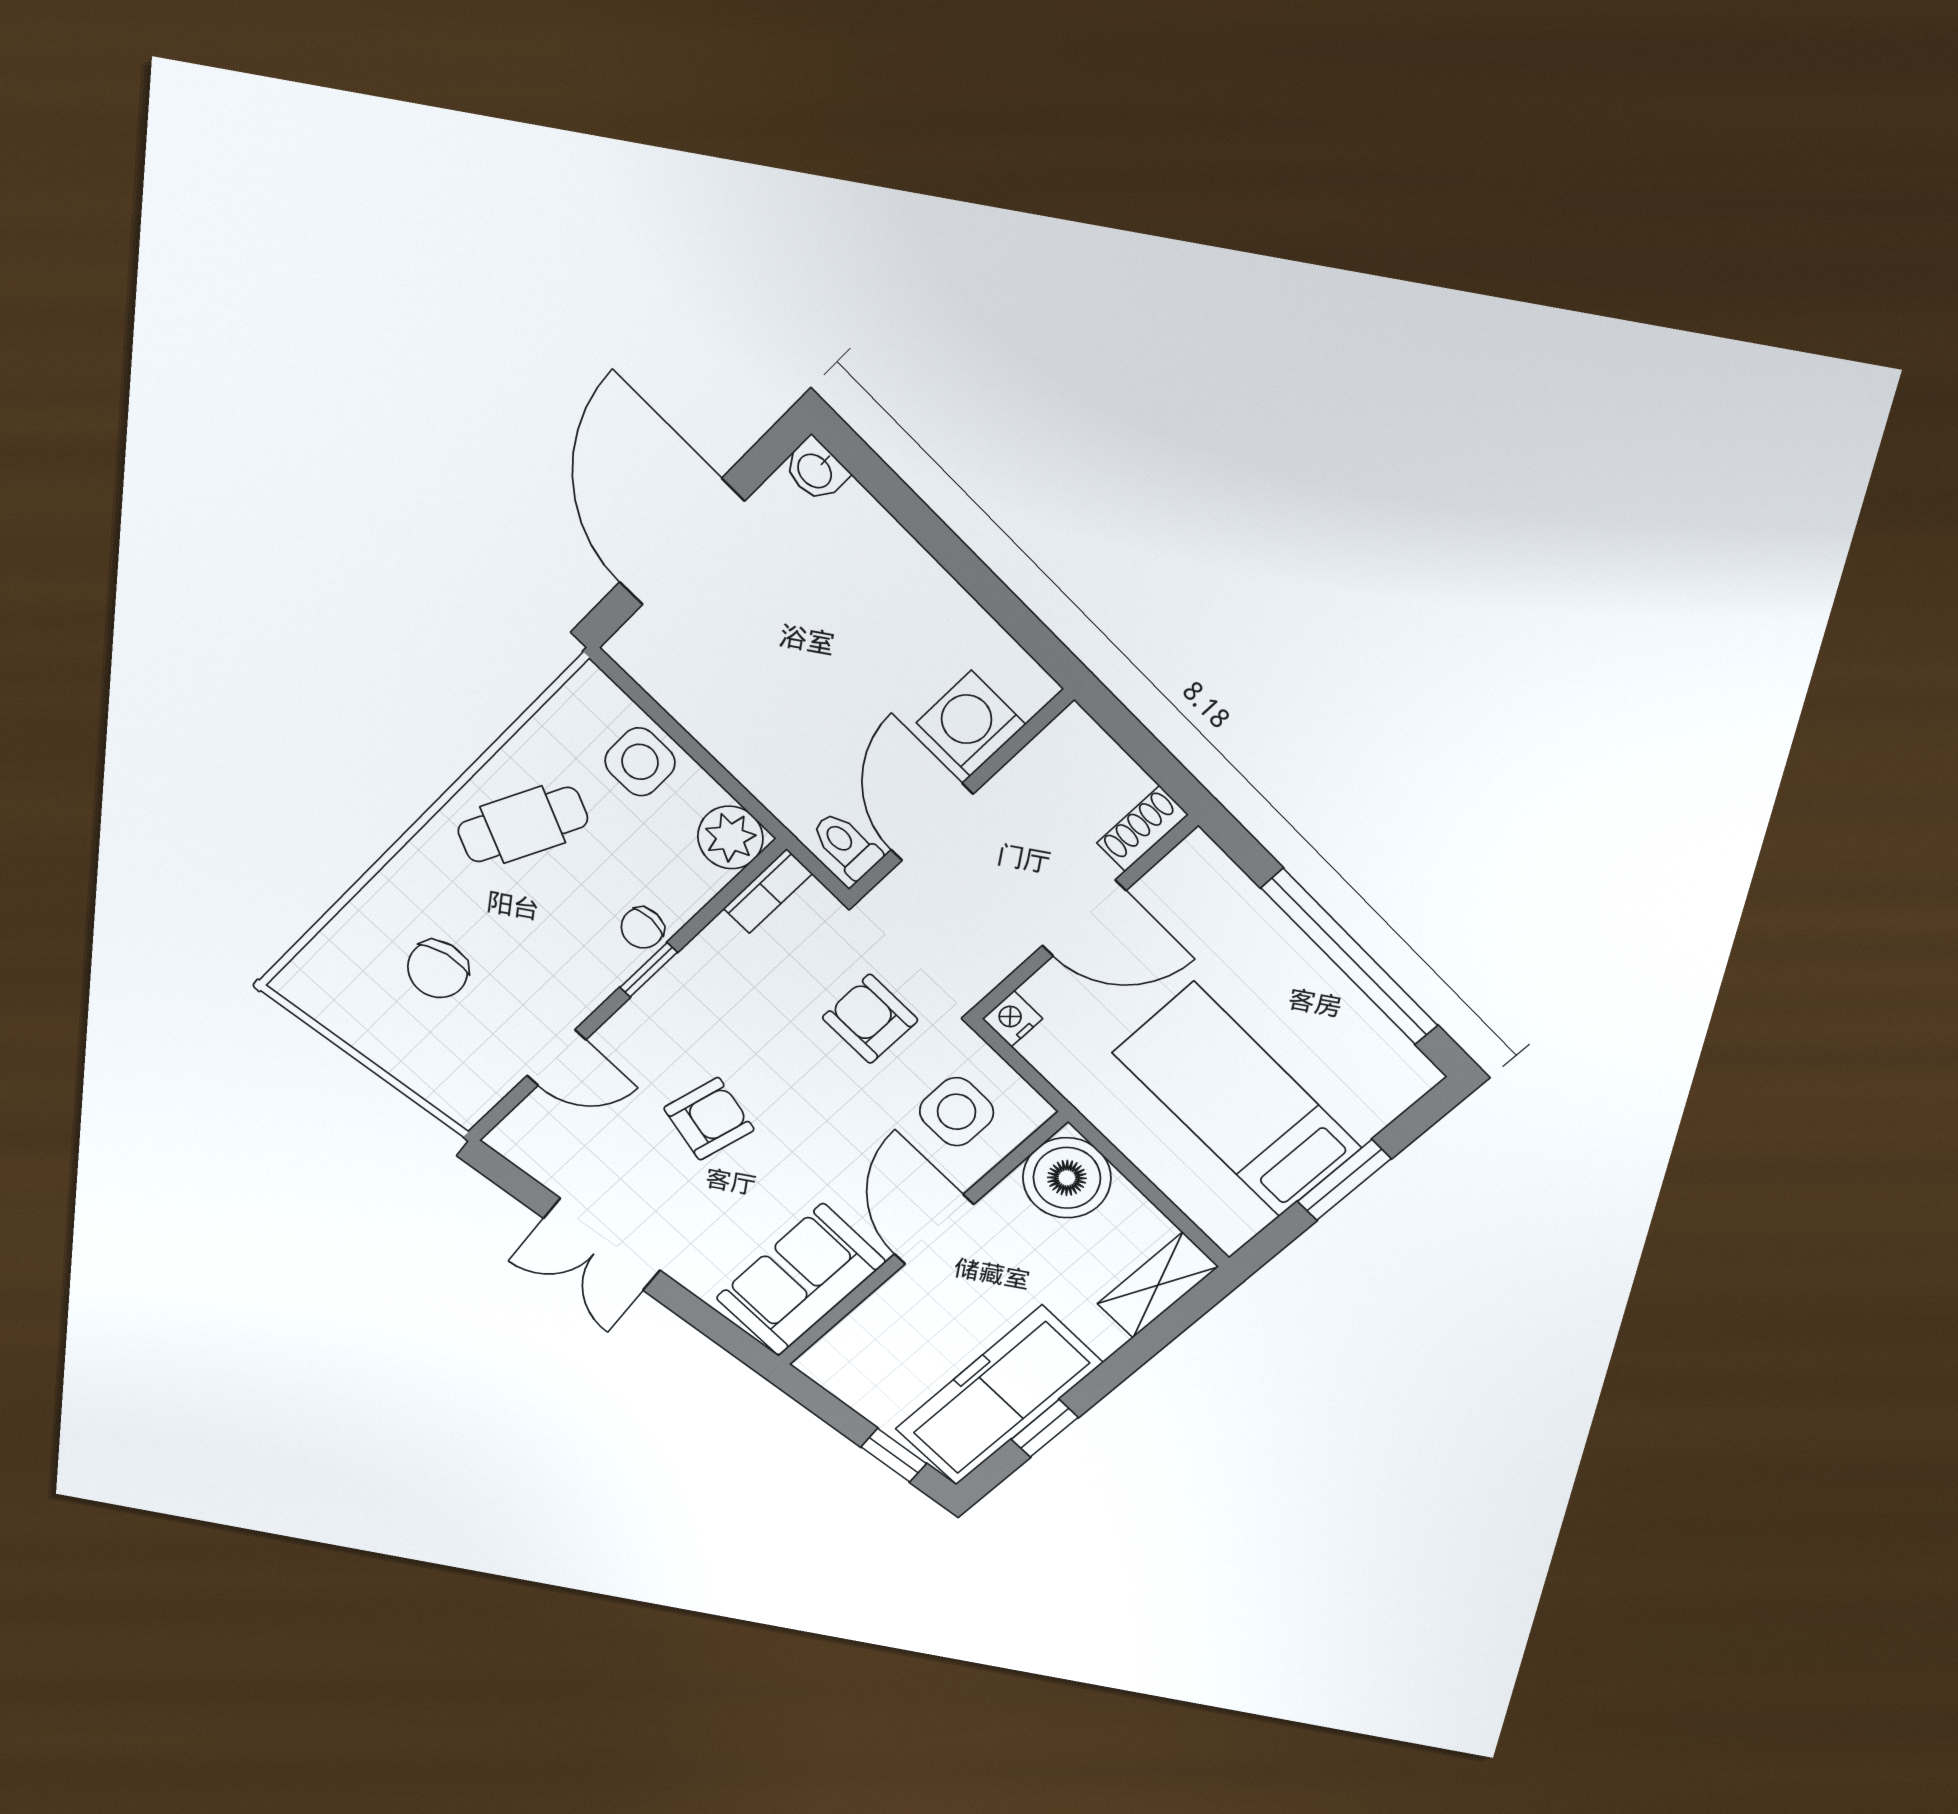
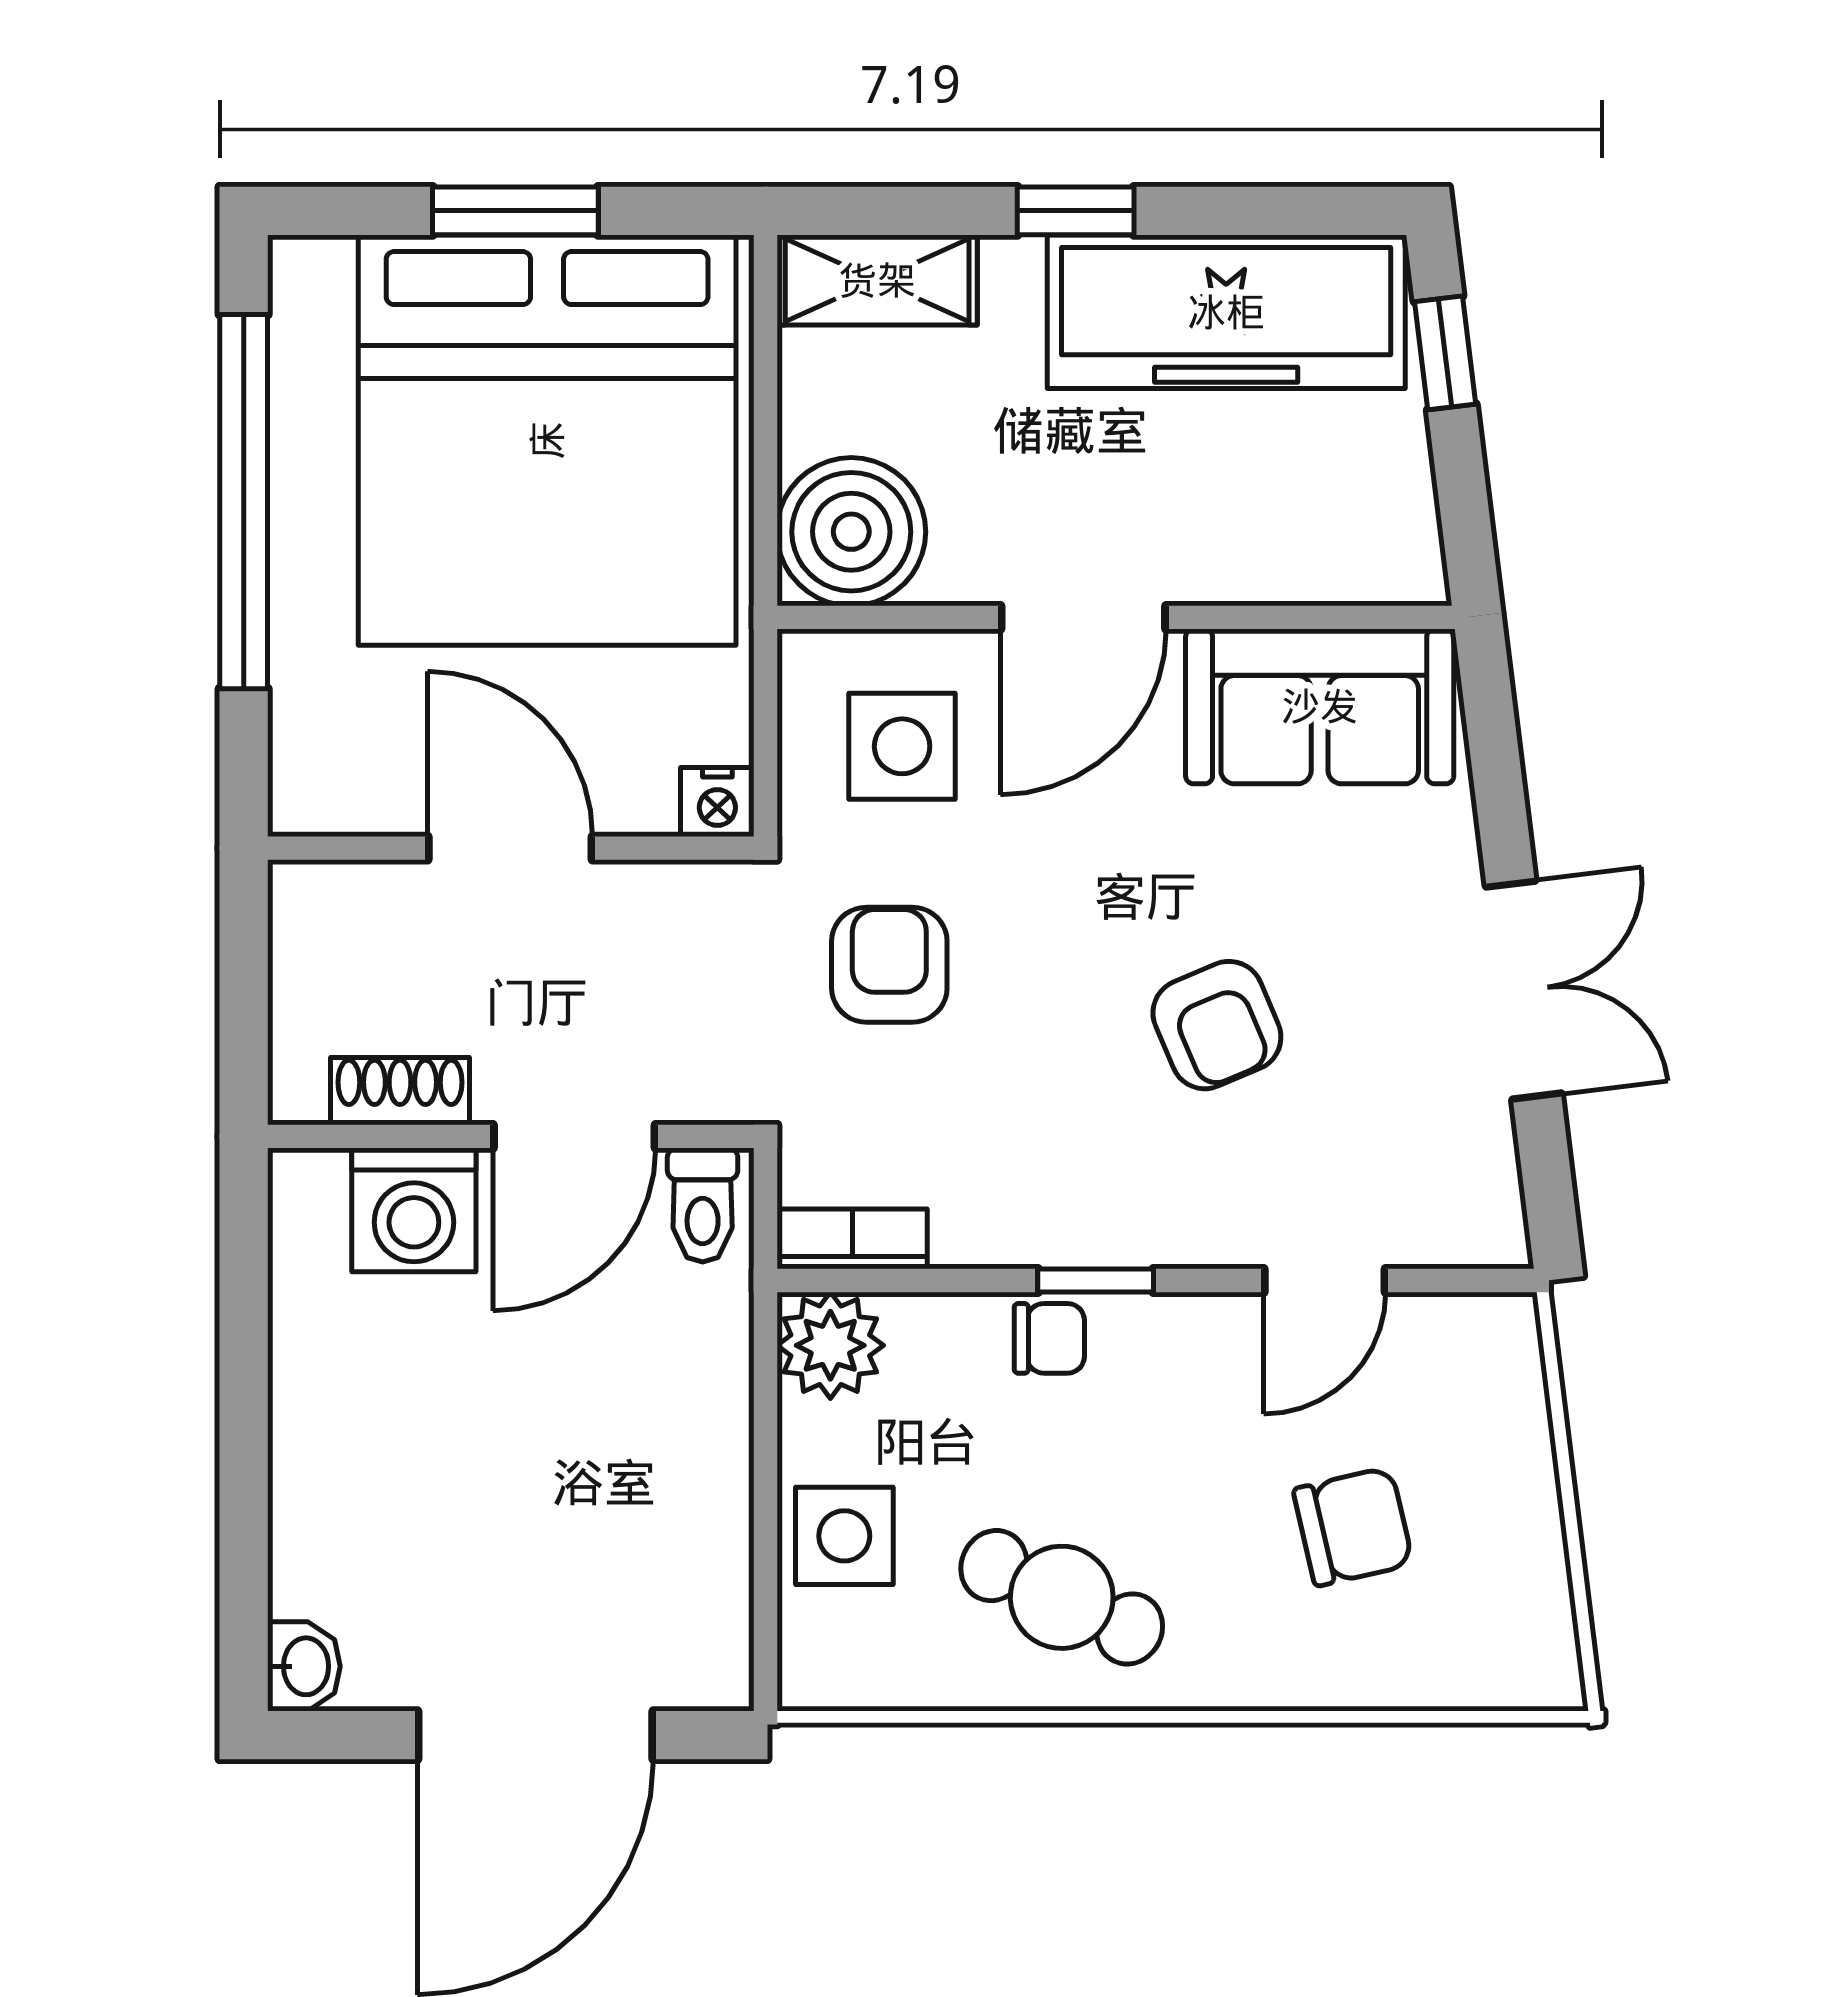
shoe rack: (1142, 829) -> (400, 1091), moved, turned 180
armchair: (870, 1019) -> (889, 965), turned 180
door: (556, 1058) -> (1325, 1281), swing flipped
bed: (1237, 1100) -> (547, 440), width x2.04
armchair: (709, 1119) -> (1217, 1025), turned -126
window: (1045, 1428) -> (1076, 211), moved

